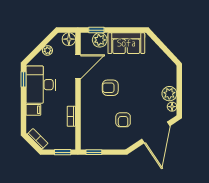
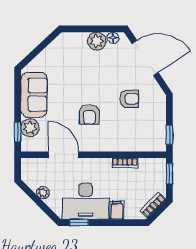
floor lamp: (69, 39) -> (29, 166), removed

